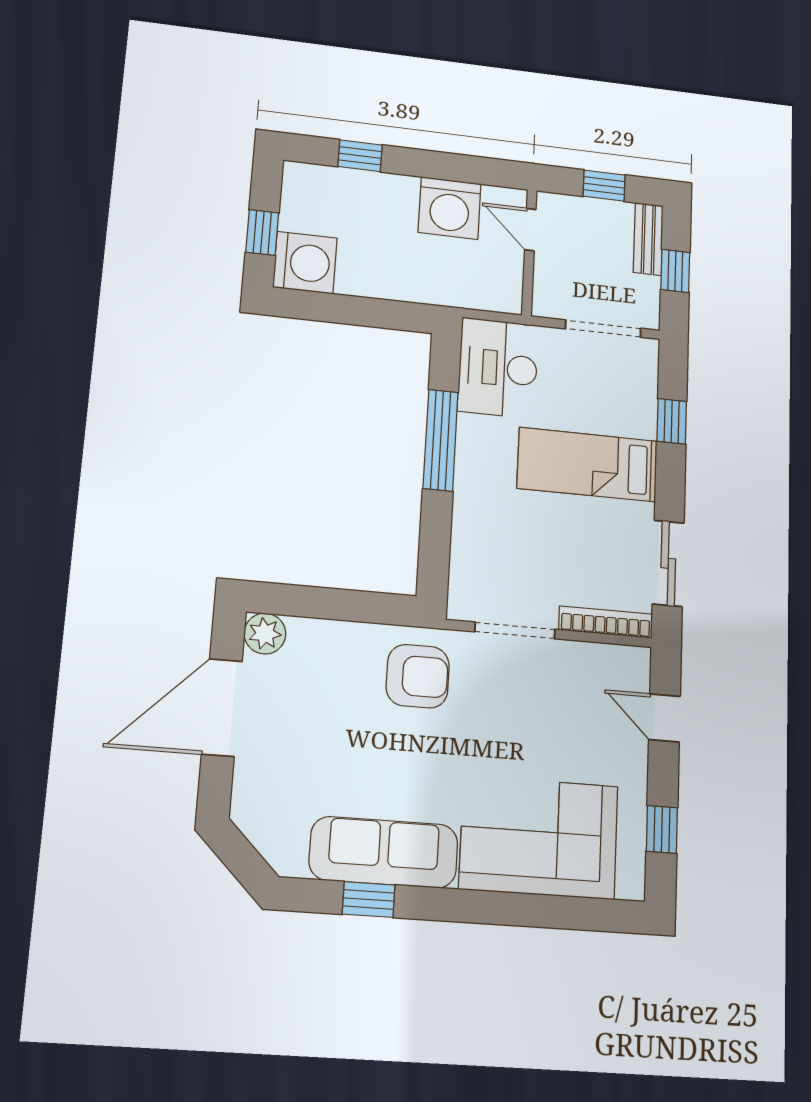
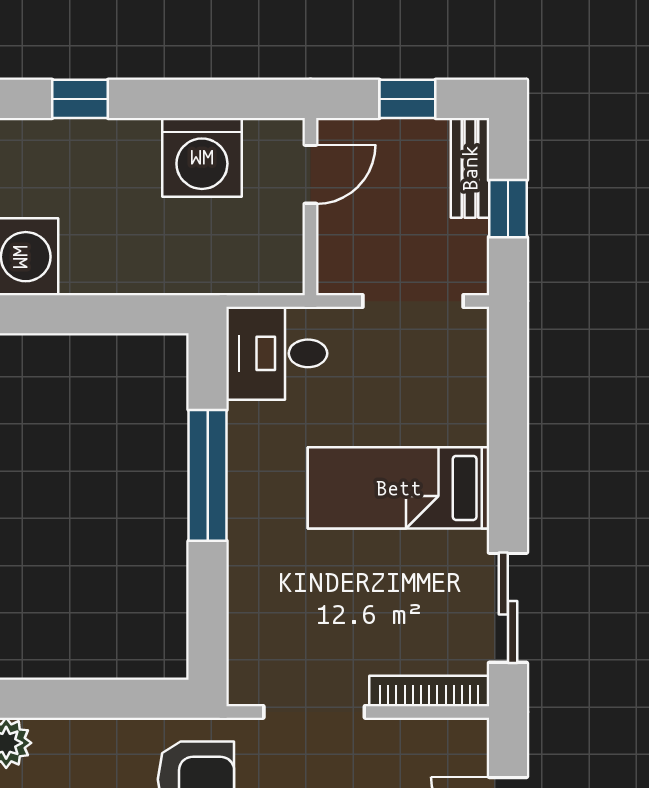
door: (530, 230) -> (311, 174), swing flipped
desk: (498, 368) -> (277, 353), width x0.73
window: (672, 421) -> (508, 418), removed

